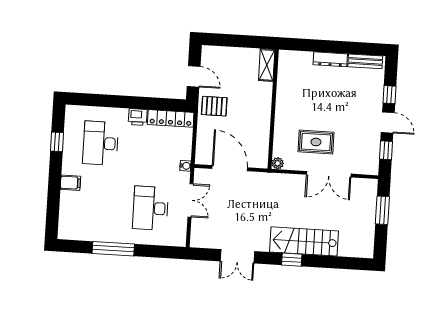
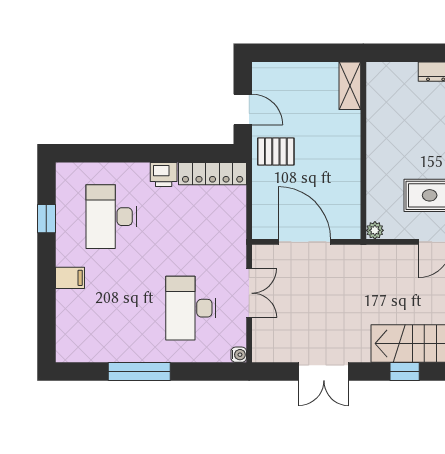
water cooler: (185, 166) -> (239, 355), moved

